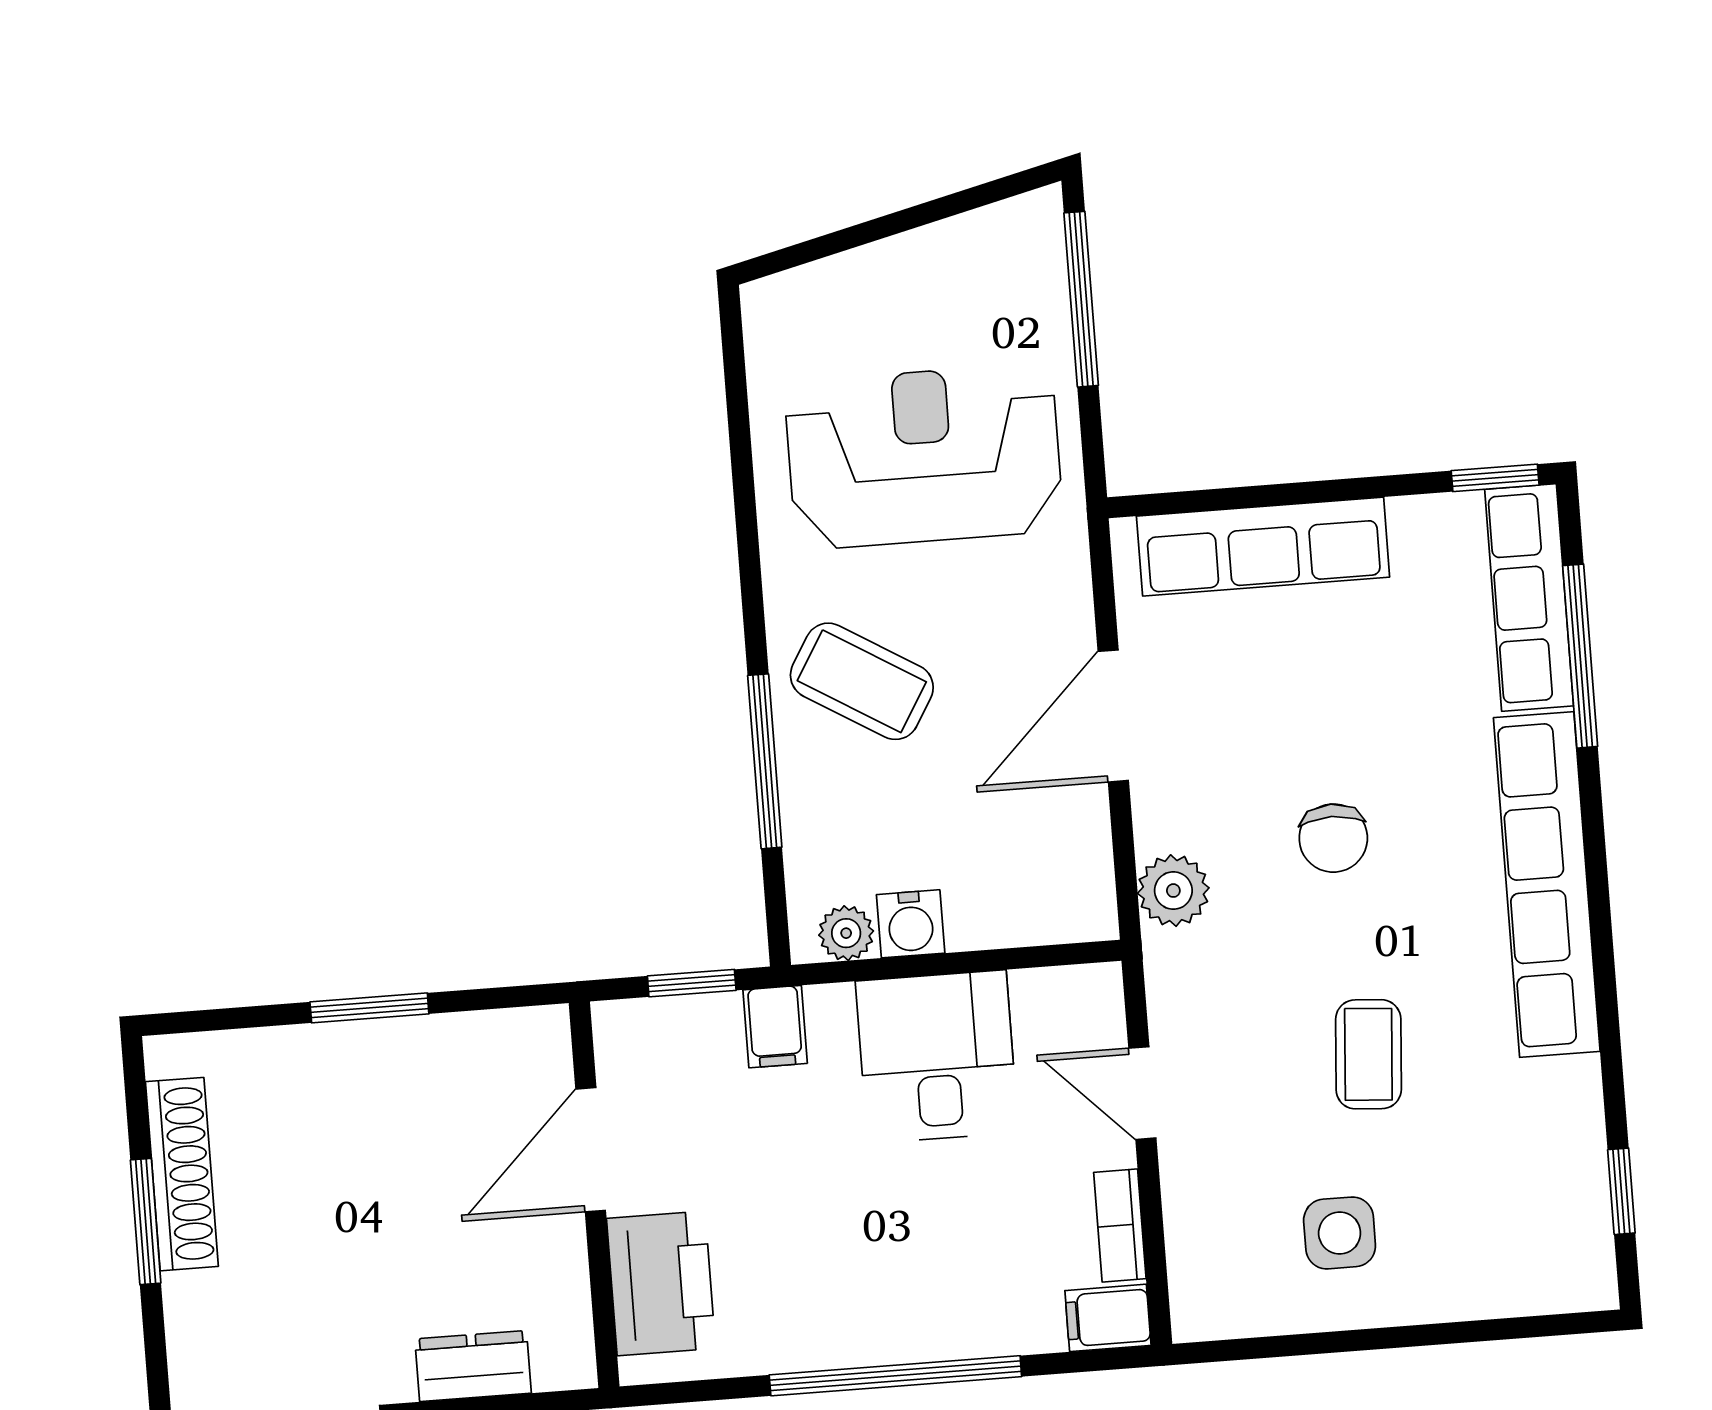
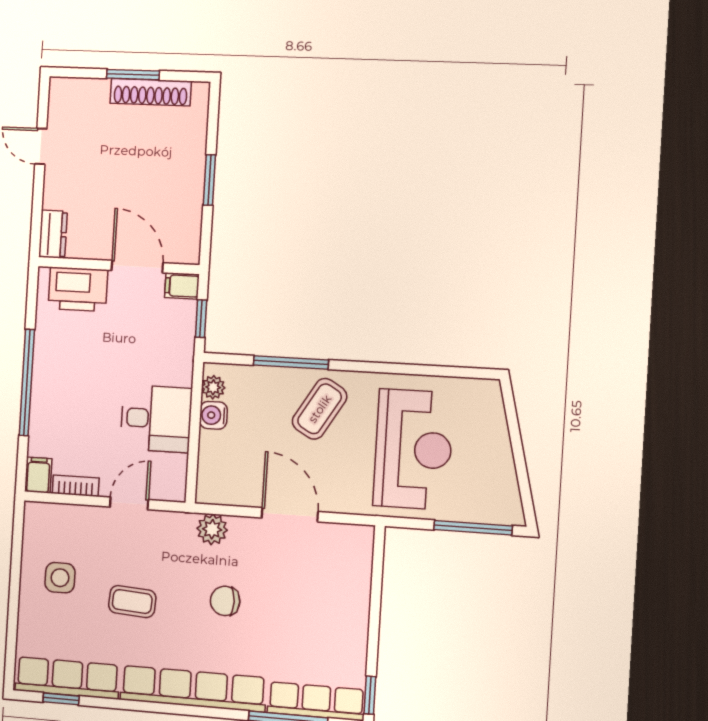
row of seats: (1263, 547) -> (67, 678), moved, turned 90
filing cabinet: (775, 1027) -> (182, 286), moved
dresser: (473, 1366) -> (53, 234), moved

